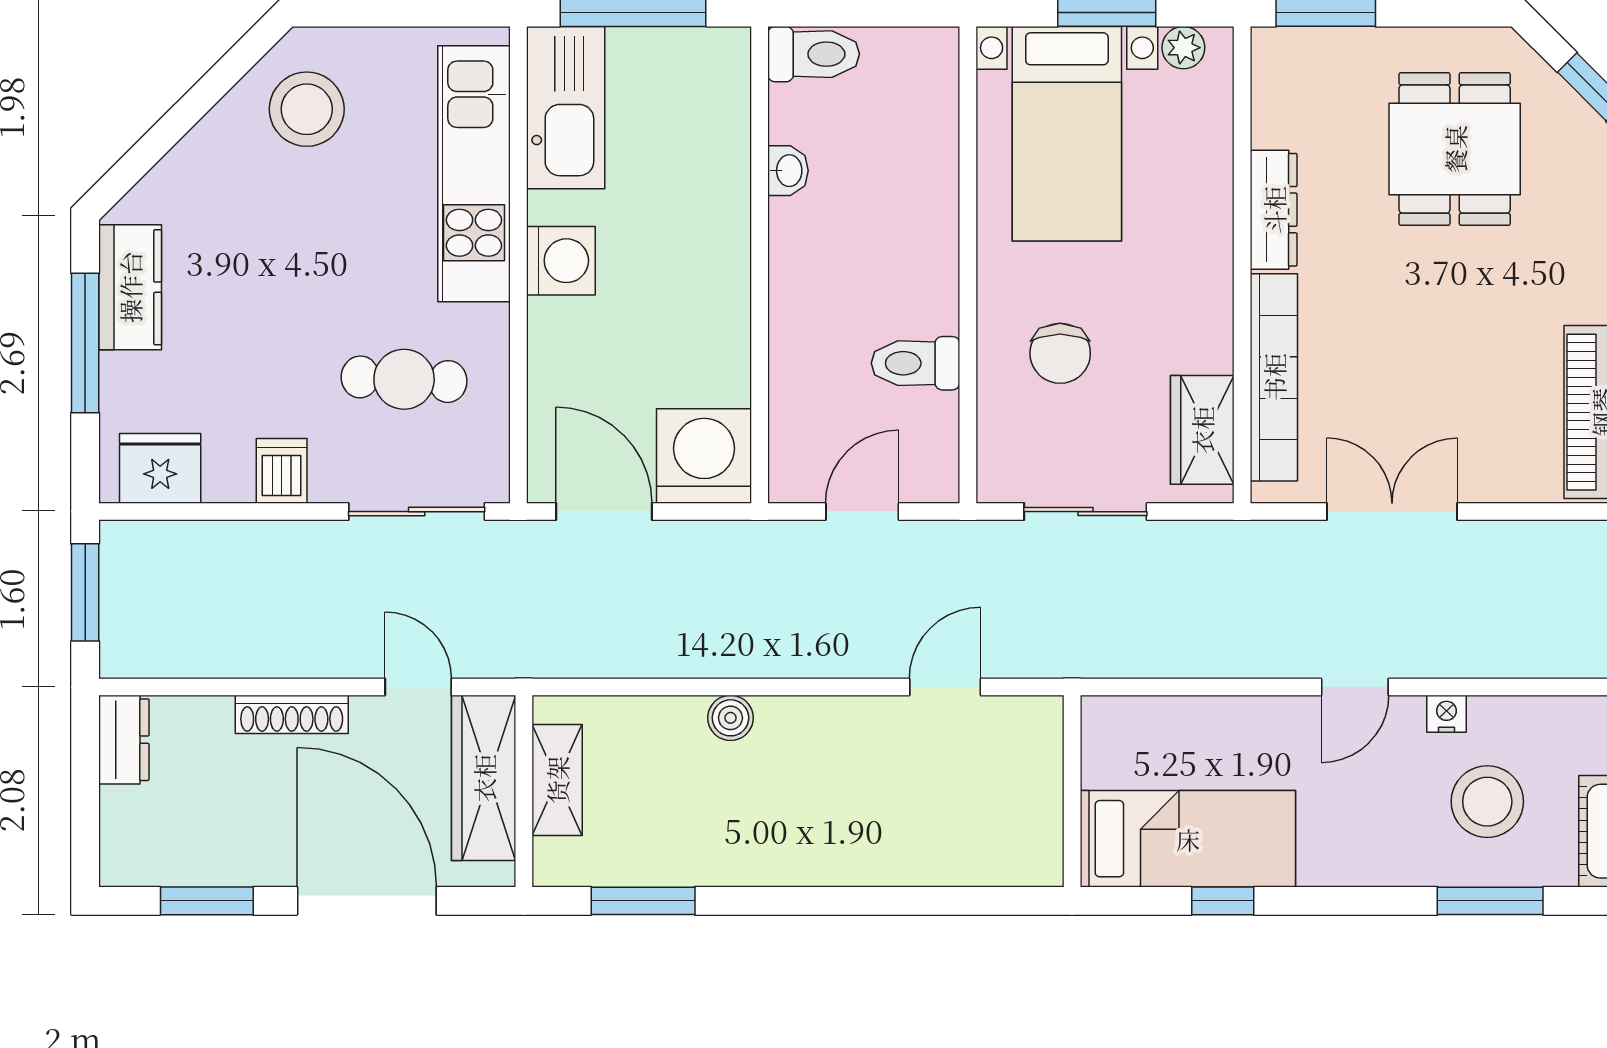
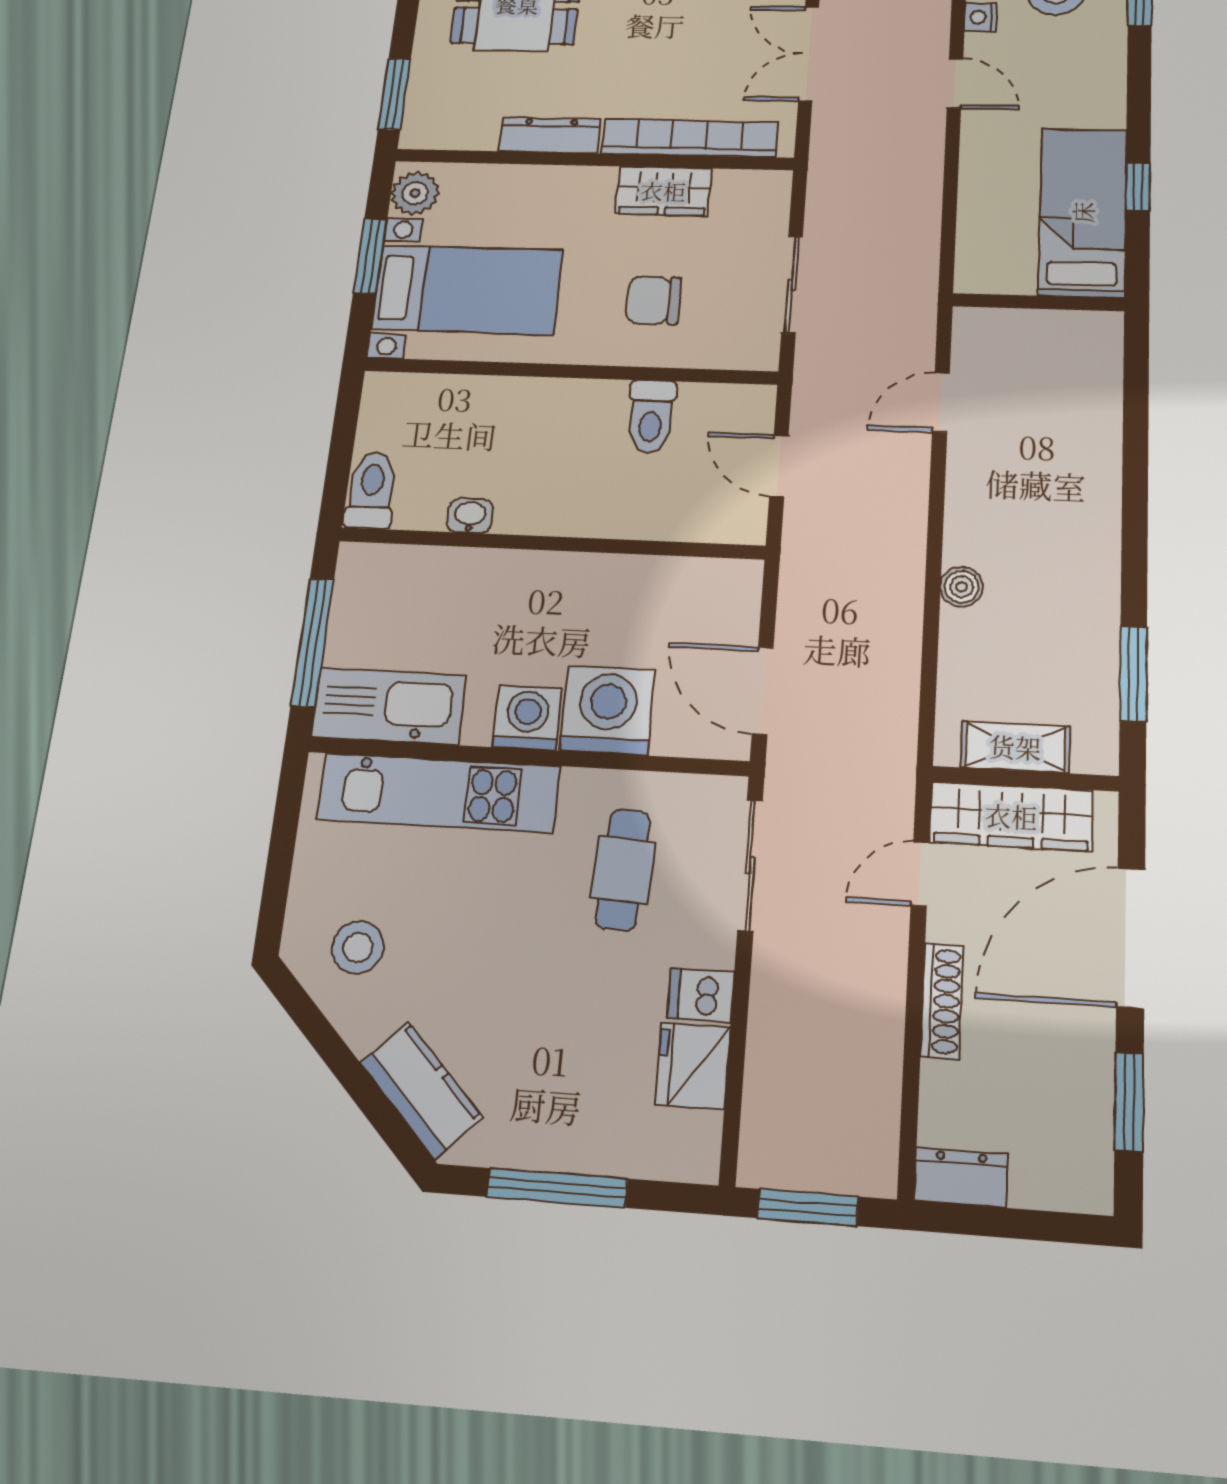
plant: (1183, 48) -> (415, 193), width x1.38, depth x1.38
stool: (307, 109) -> (358, 947), width x0.73, depth x0.73
kitchen counter: (130, 287) -> (421, 1090), moved, turned 45
chair: (1060, 353) -> (653, 300), turned 180
wardrobe: (1202, 430) -> (663, 191), moved
washing machine: (704, 456) -> (608, 710), moved, turned 90
fridge: (160, 468) -> (693, 1066), moved
door: (604, 512) -> (763, 691), hinge flipped
door: (945, 687) -> (941, 403), hinge flipped

